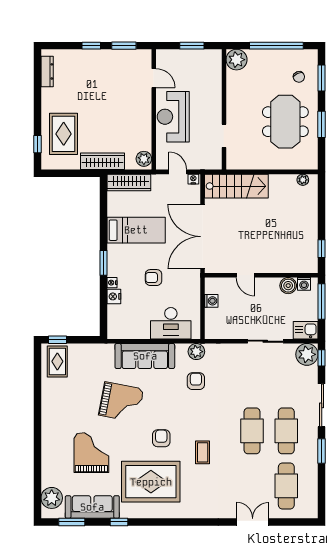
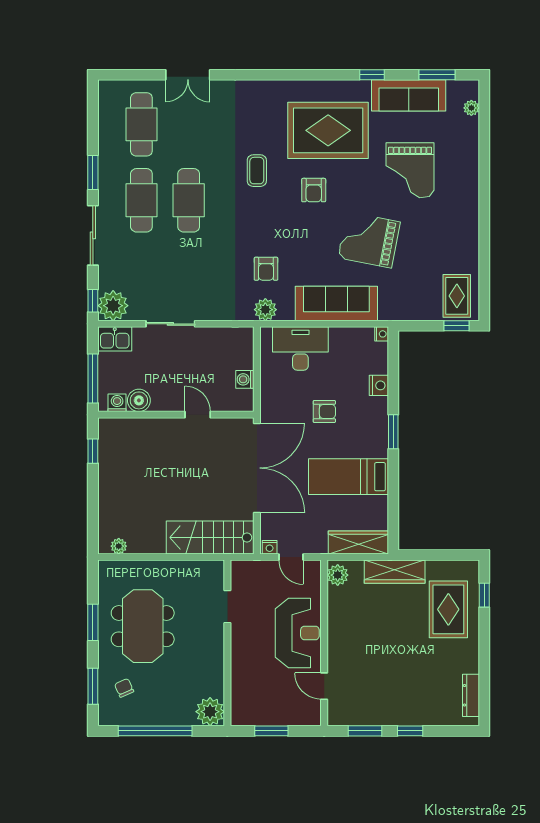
nightstand: (112, 283) -> (382, 334), moved
plant: (52, 498) -> (471, 108), width x0.53, depth x0.53

